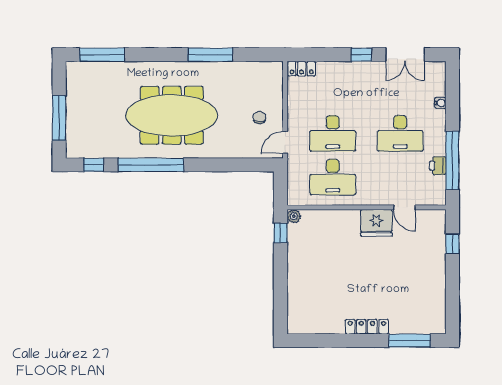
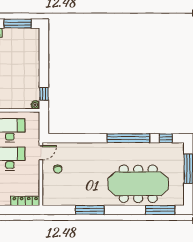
locker: (302, 69) -> (25, 201), width x1.53
meeting table: (172, 115) -> (138, 184), moved
window: (321, 341) -> (18, 24), added

